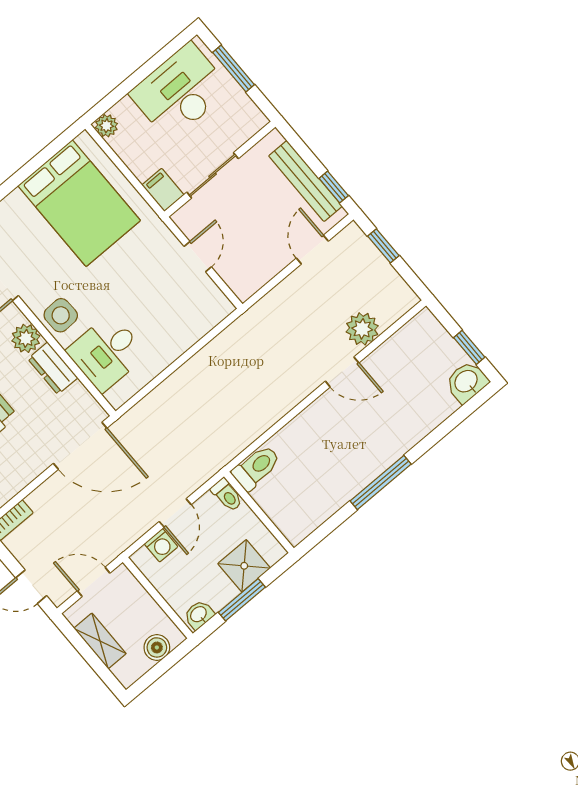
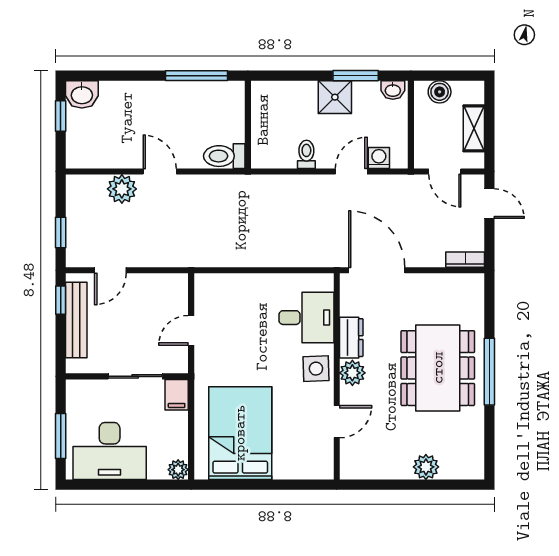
toilet: (256, 468) -> (224, 156), moved
wall: (259, 512) -> (248, 125), moved

